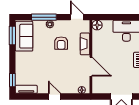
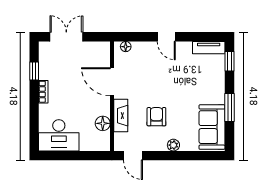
window: (44, 17) -> (182, 156), removed
floor lamp: (97, 25) -> (103, 123), moved
window: (12, 36) -> (229, 108), moved

